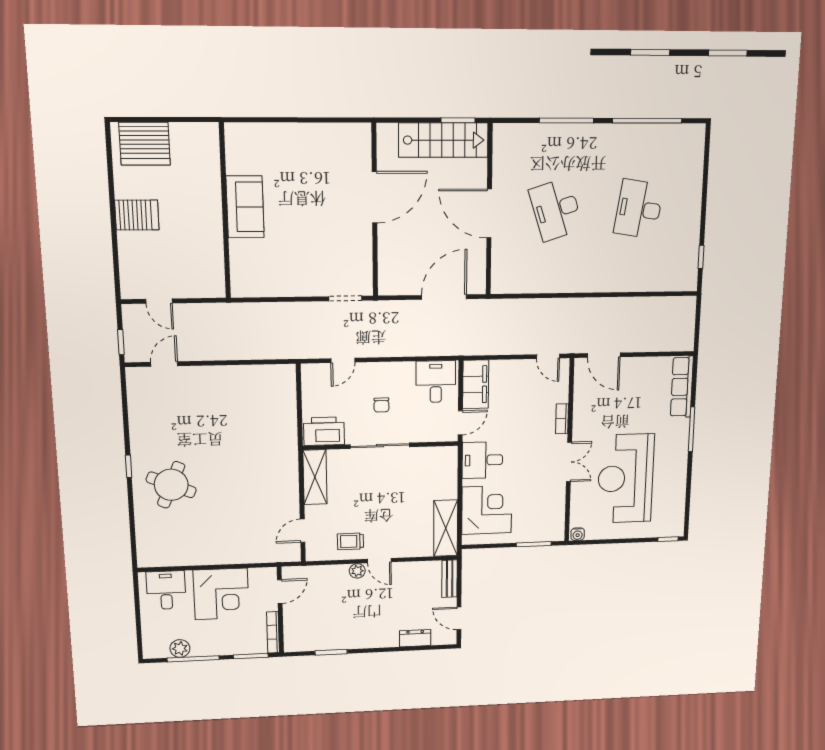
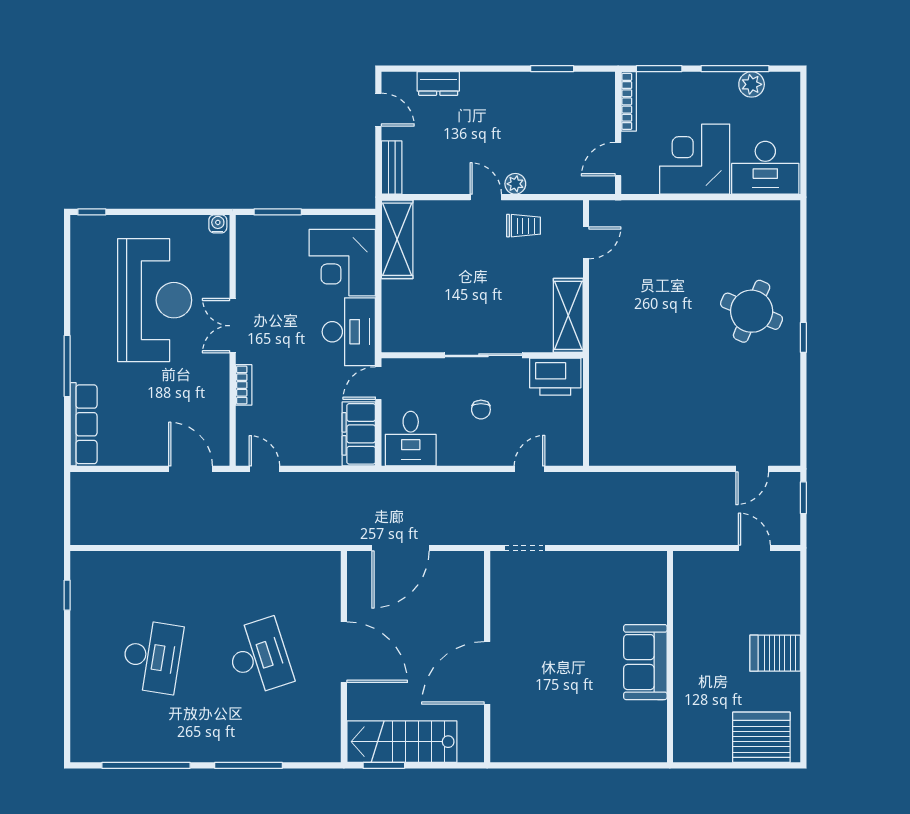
chair: (381, 405) -> (481, 410), turned 180
desk: (482, 460) -> (349, 332), width x1.37
desk: (166, 590) -> (765, 168), width x1.37

